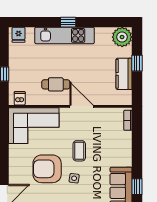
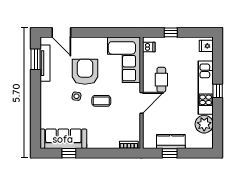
plant: (122, 37) -> (204, 124), moved
window: (137, 63) -> (170, 153), moved

